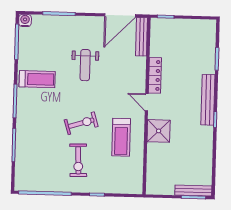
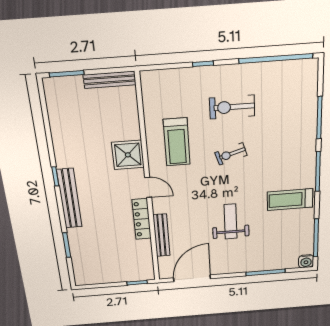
bench: (141, 37) -> (162, 235), moved
exercise bike: (81, 123) -> (231, 154), width x0.73, depth x0.72
treadmill: (121, 137) -> (177, 142), turned 180
exercise bike: (78, 160) -> (232, 107), turned -88
bench: (193, 191) -> (110, 80), moved

